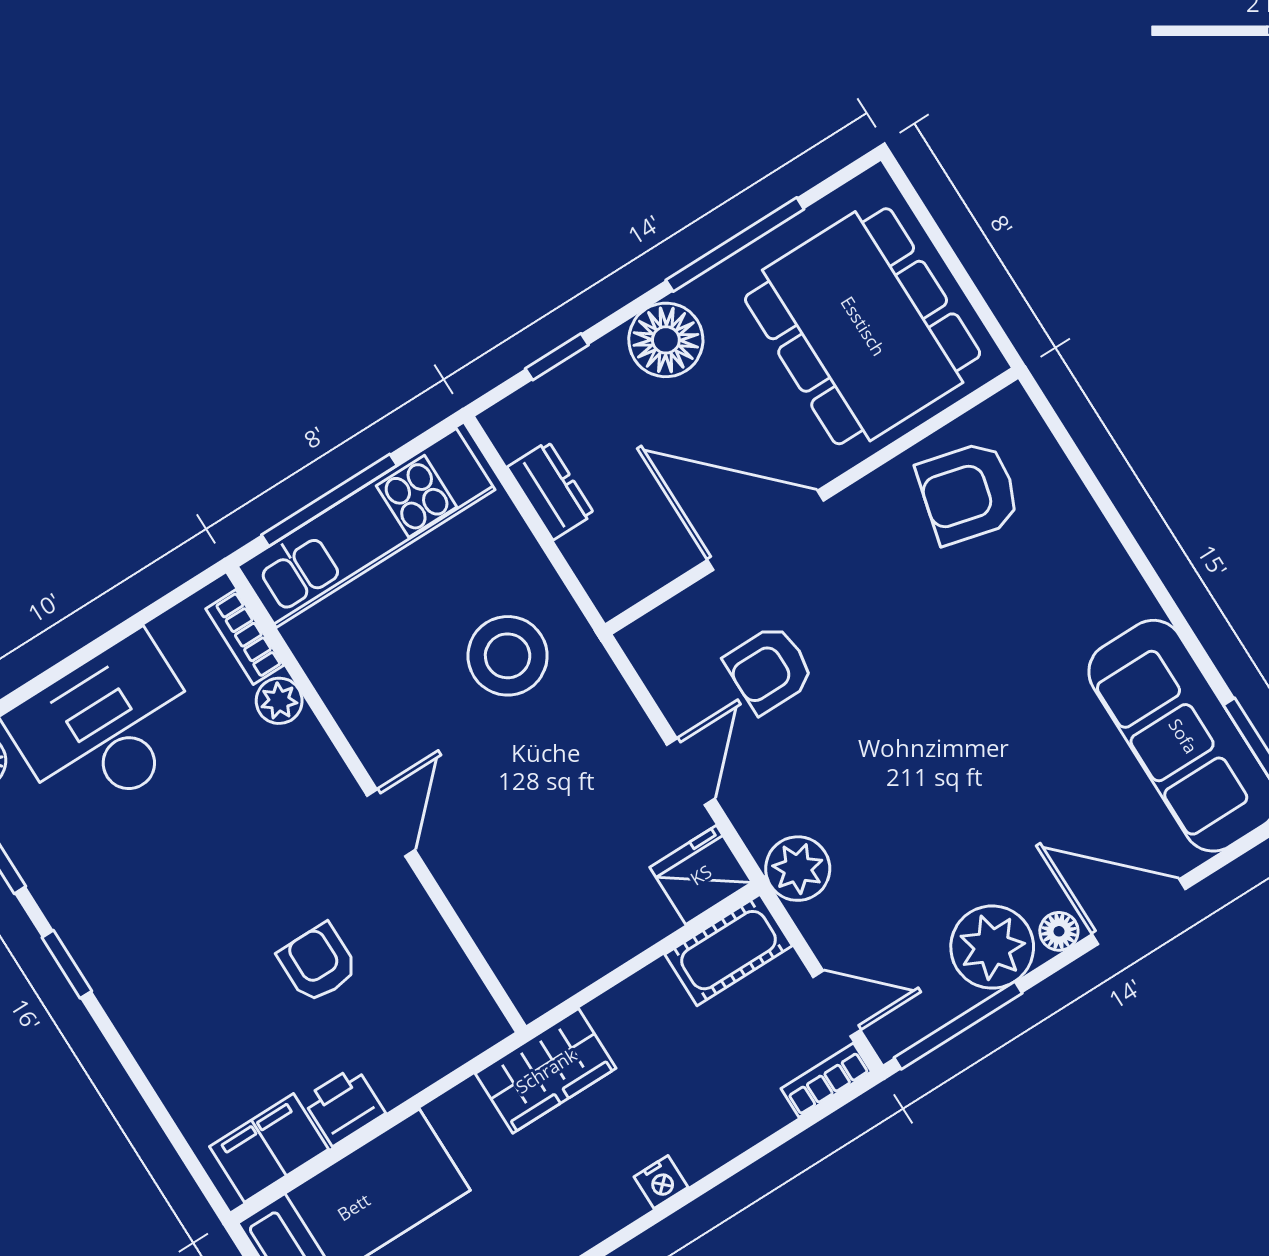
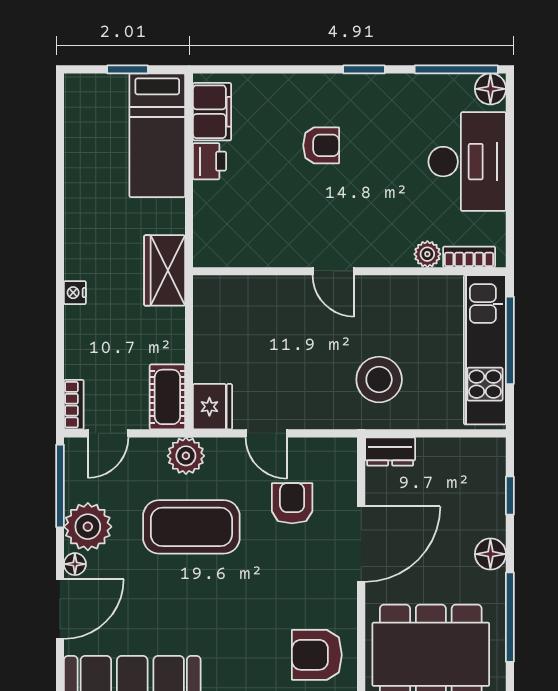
floor lamp: (666, 340) -> (490, 554), width x0.73, depth x0.73
dresser: (551, 491) -> (390, 451), moved
armchair: (969, 493) -> (317, 655), turned -104
coffee table: (897, 795) -> (191, 527), added
armchair: (318, 963) -> (321, 145), moved

